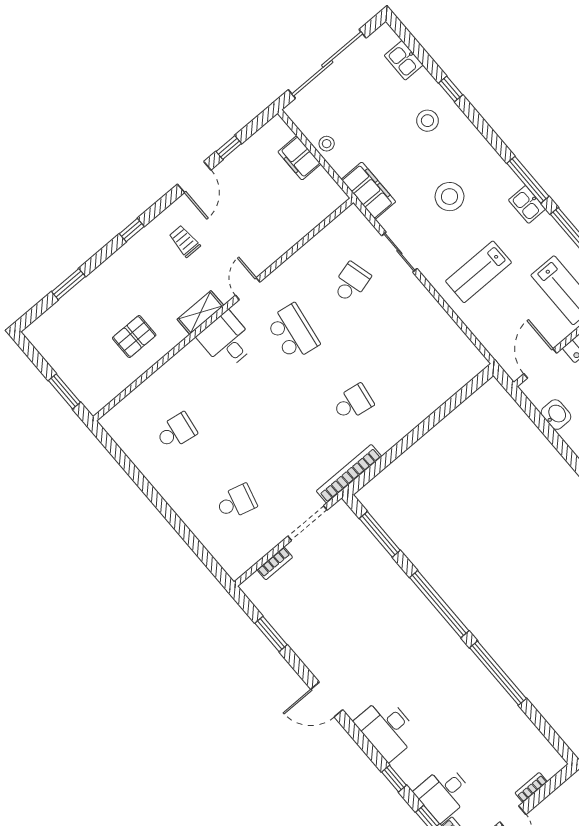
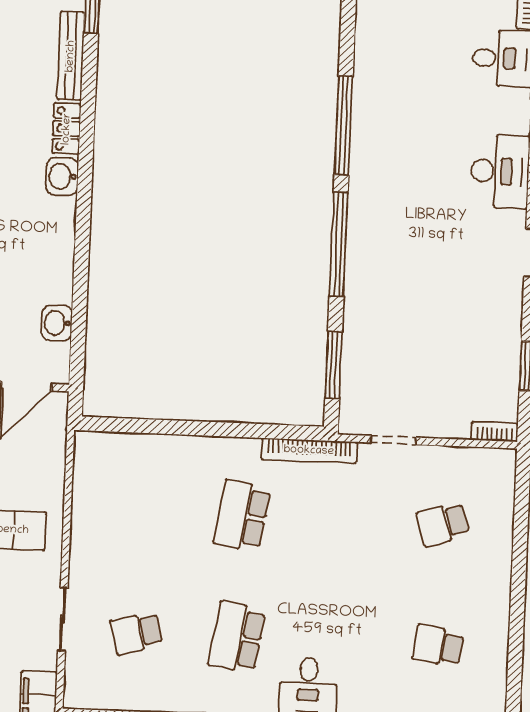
school desk: (353, 403) -> (242, 516), width x1.85
school desk: (236, 502) -> (443, 524), turned -33
doorway: (307, 523) -> (393, 440), width x0.73
bookcase: (275, 563) -> (495, 432), moved

